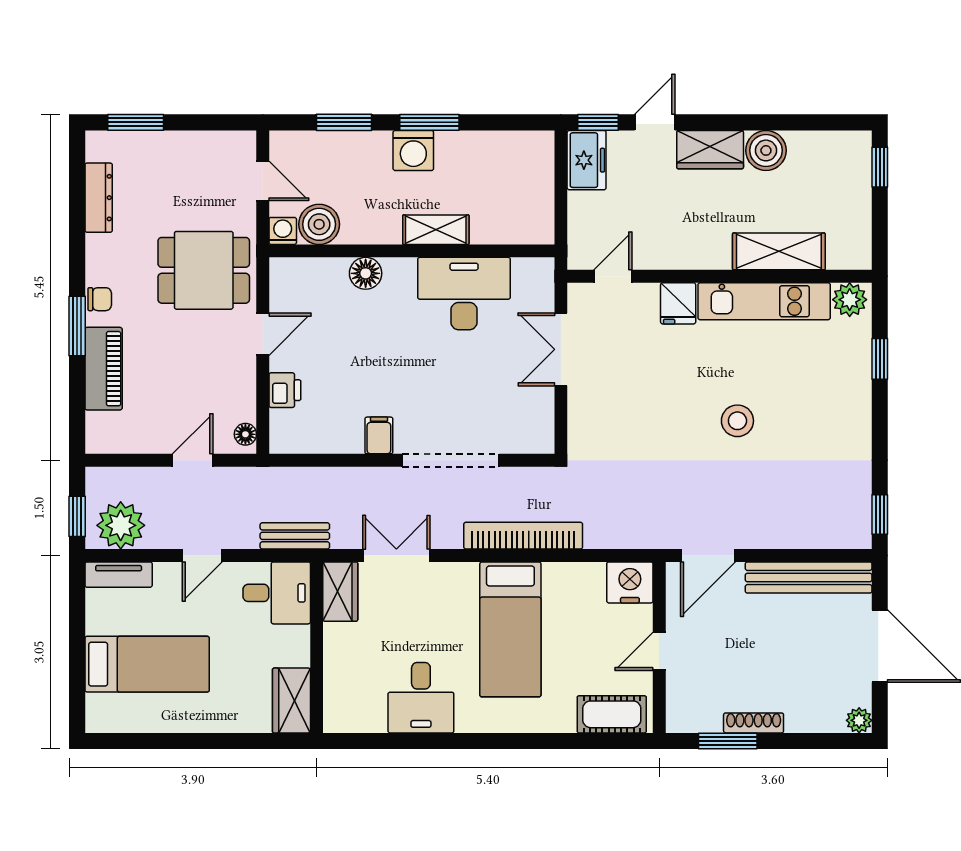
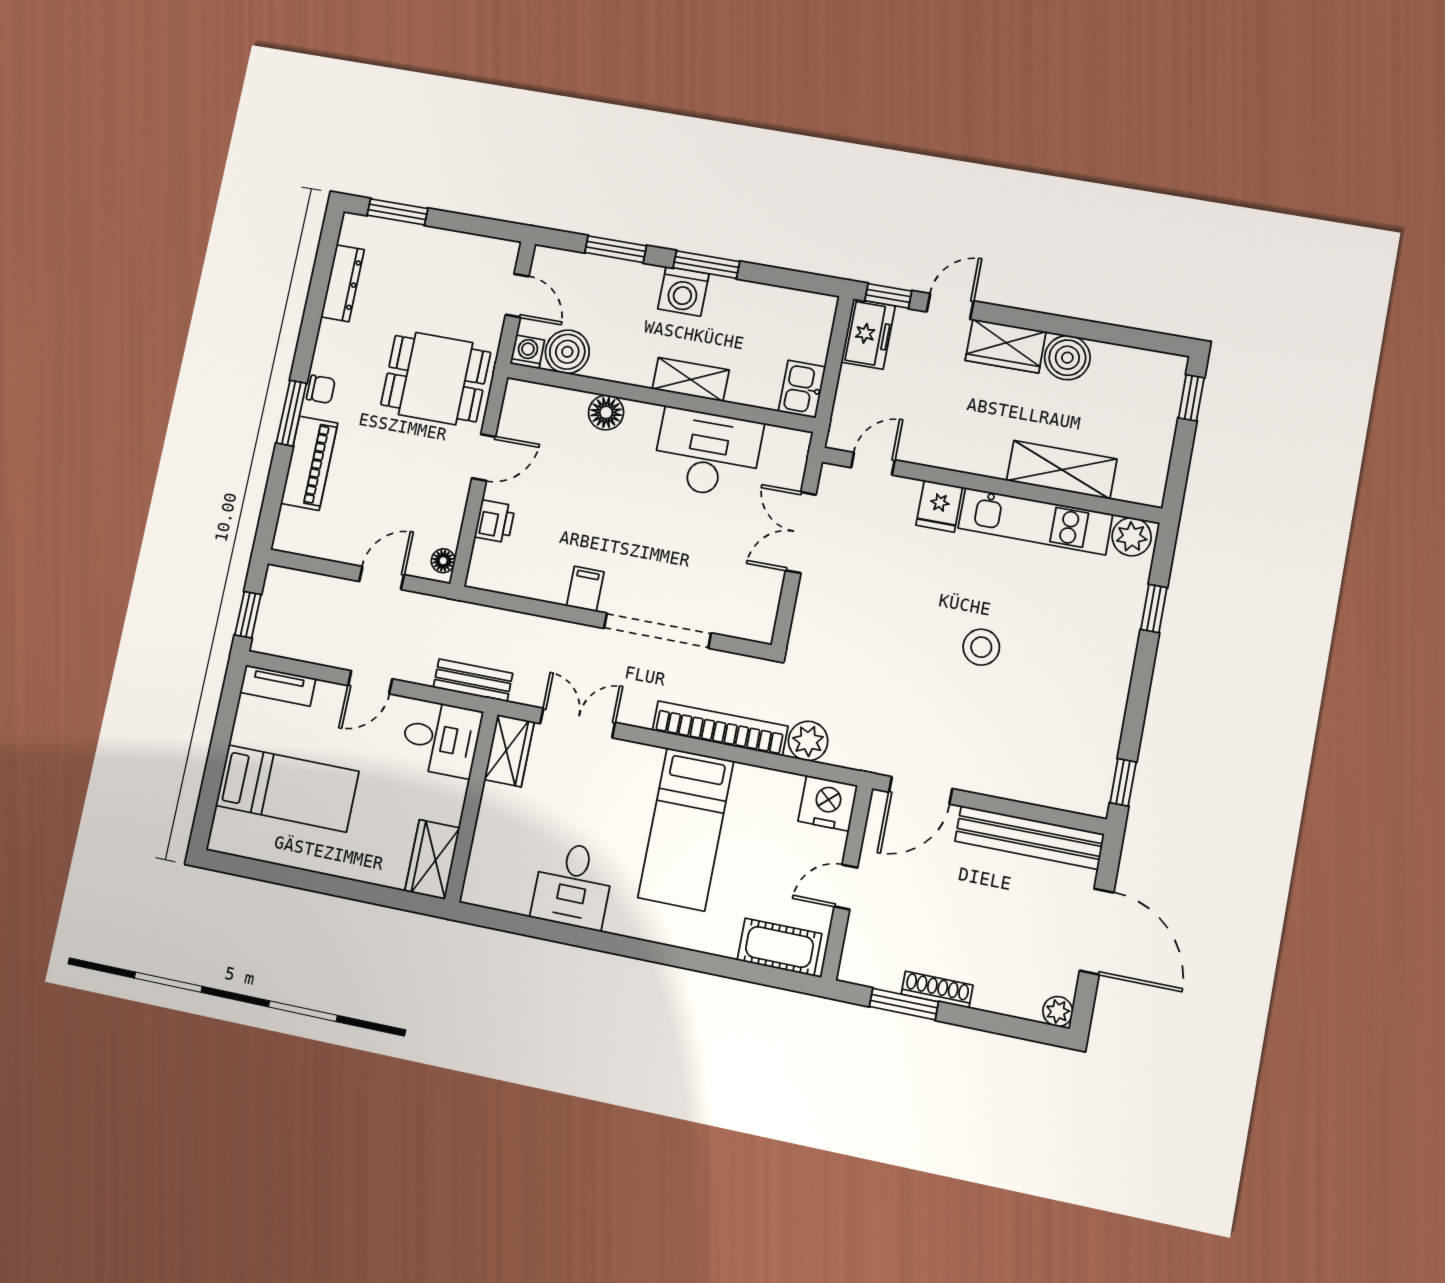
kitchen sink: (537, 221) -> (802, 389), added
plant: (121, 525) -> (808, 741), moved, width x0.73, depth x0.73

